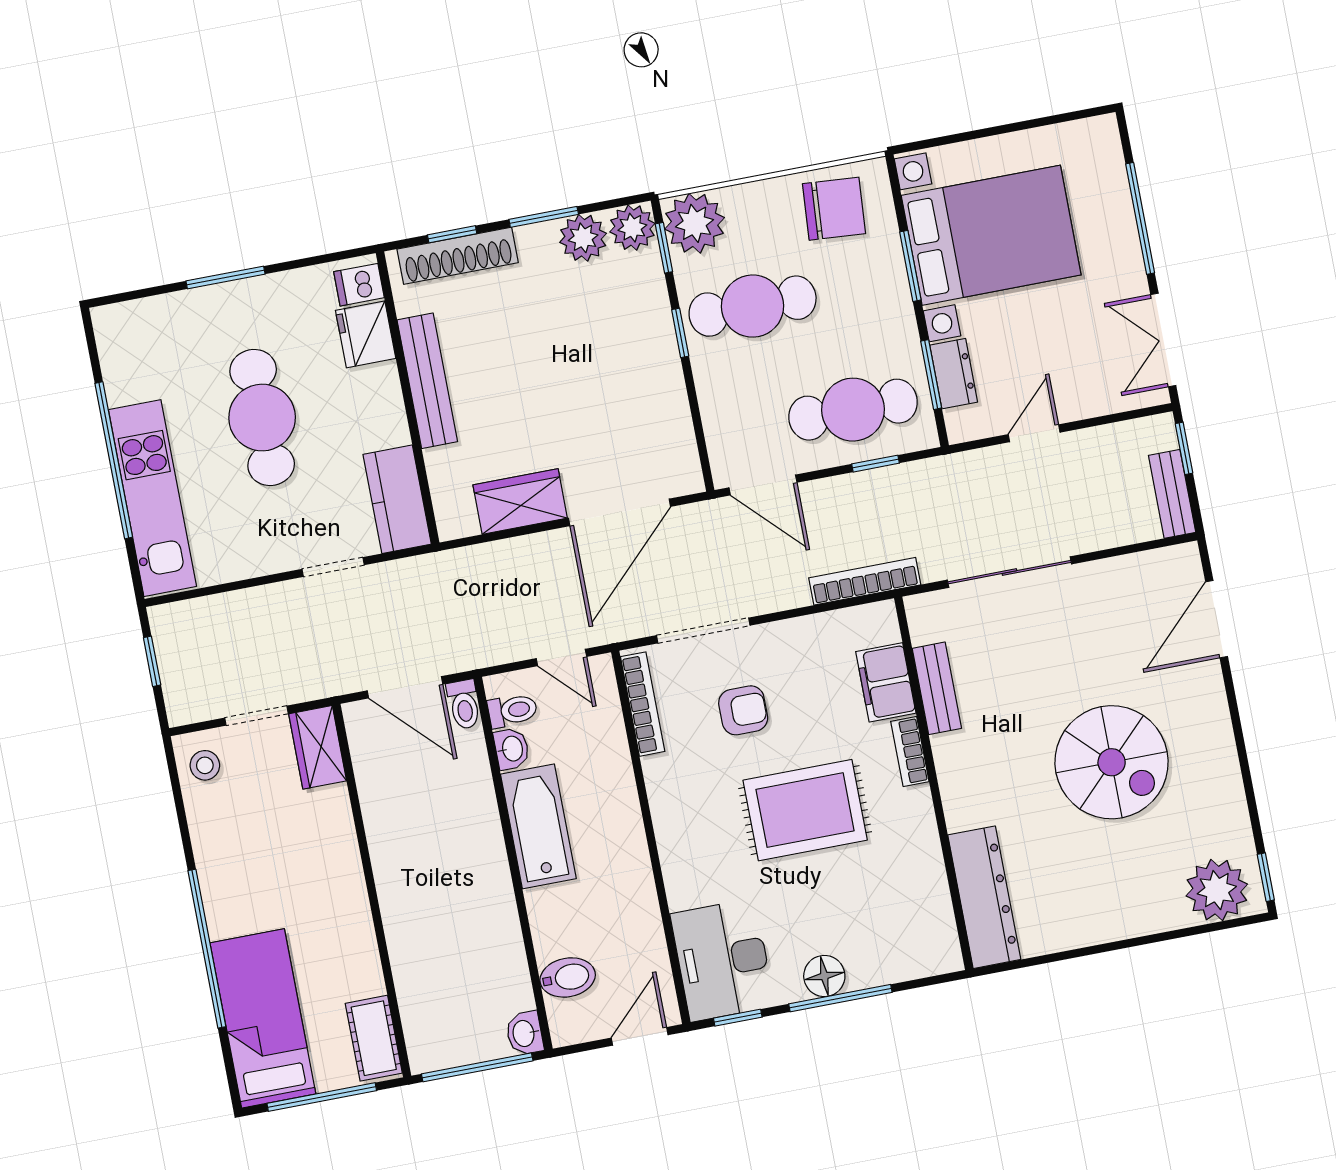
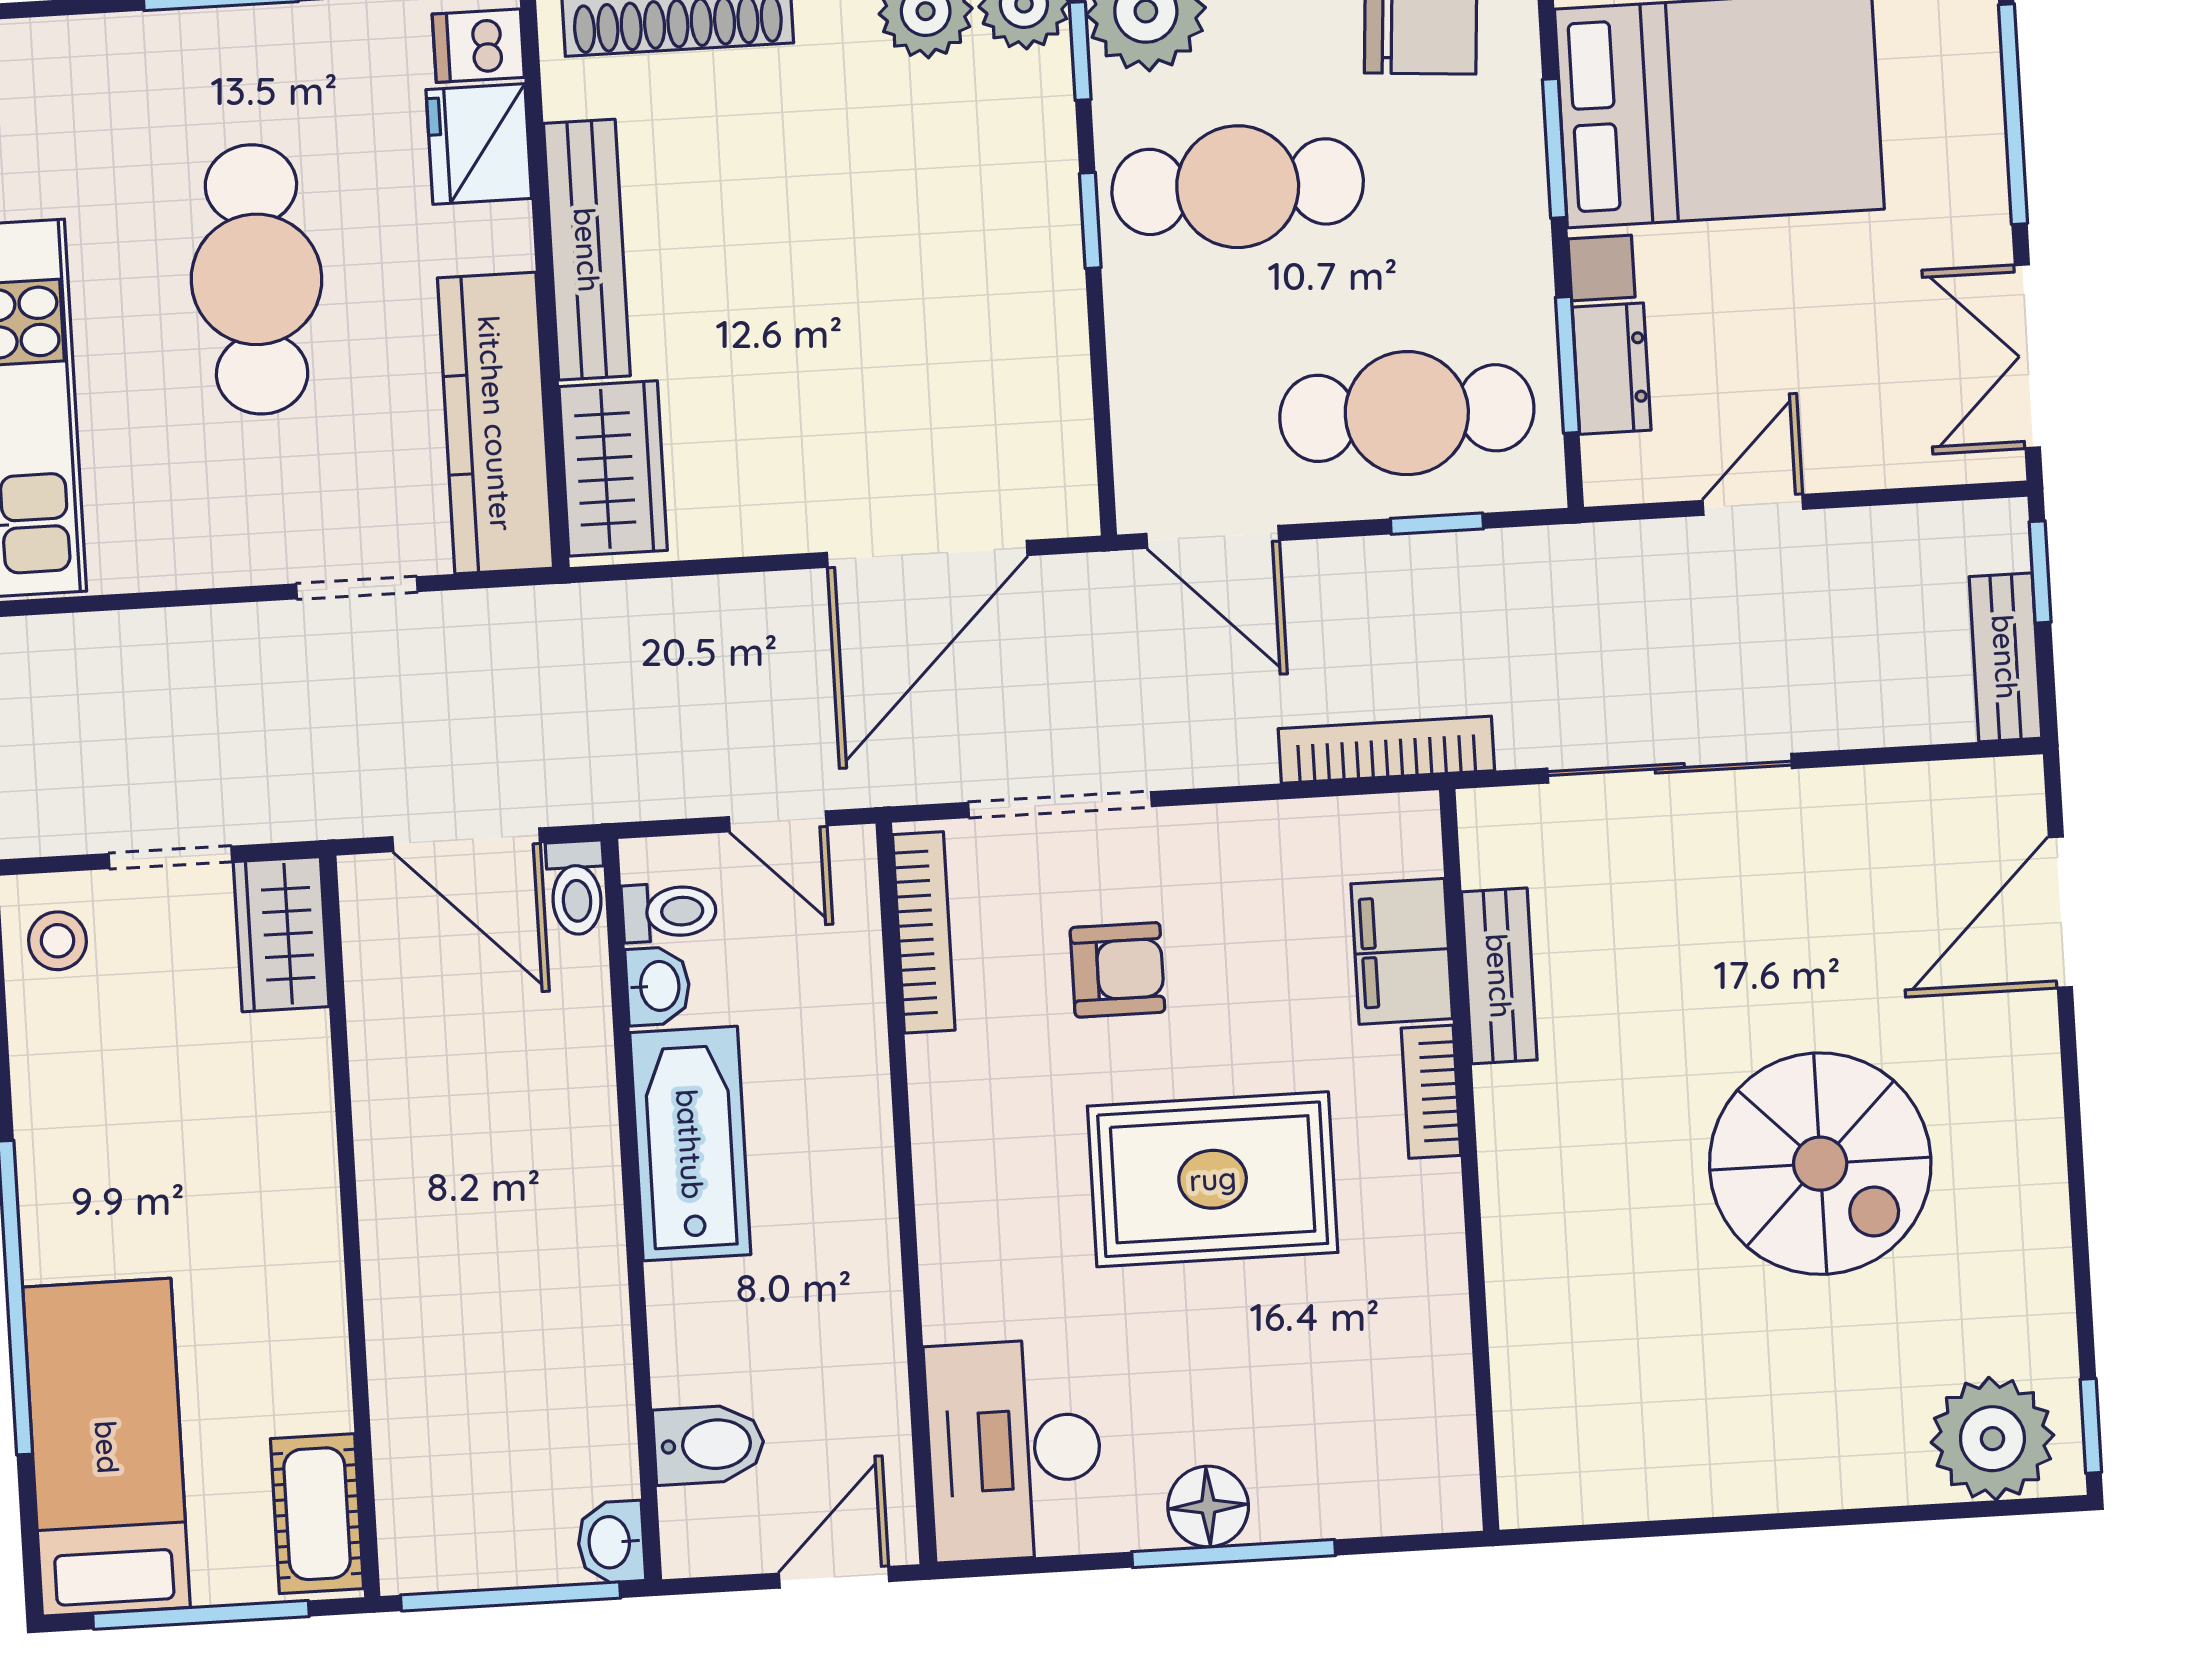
kitchen counter: (397, 499) -> (495, 423), width x1.50
wardrobe: (520, 502) -> (613, 468), moved, turned 90
dresser: (984, 897) -> (1539, 1394), removed
window: (738, 1018) -> (1029, 1566), removed

